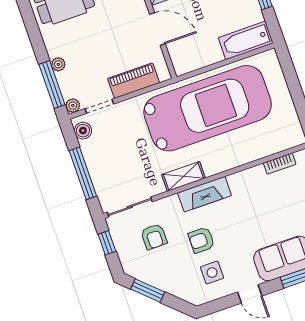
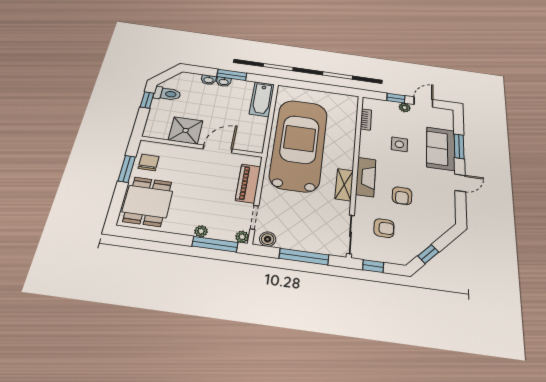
side table: (212, 273) -> (399, 144), moved
window: (148, 291) -> (428, 254), width x0.67

